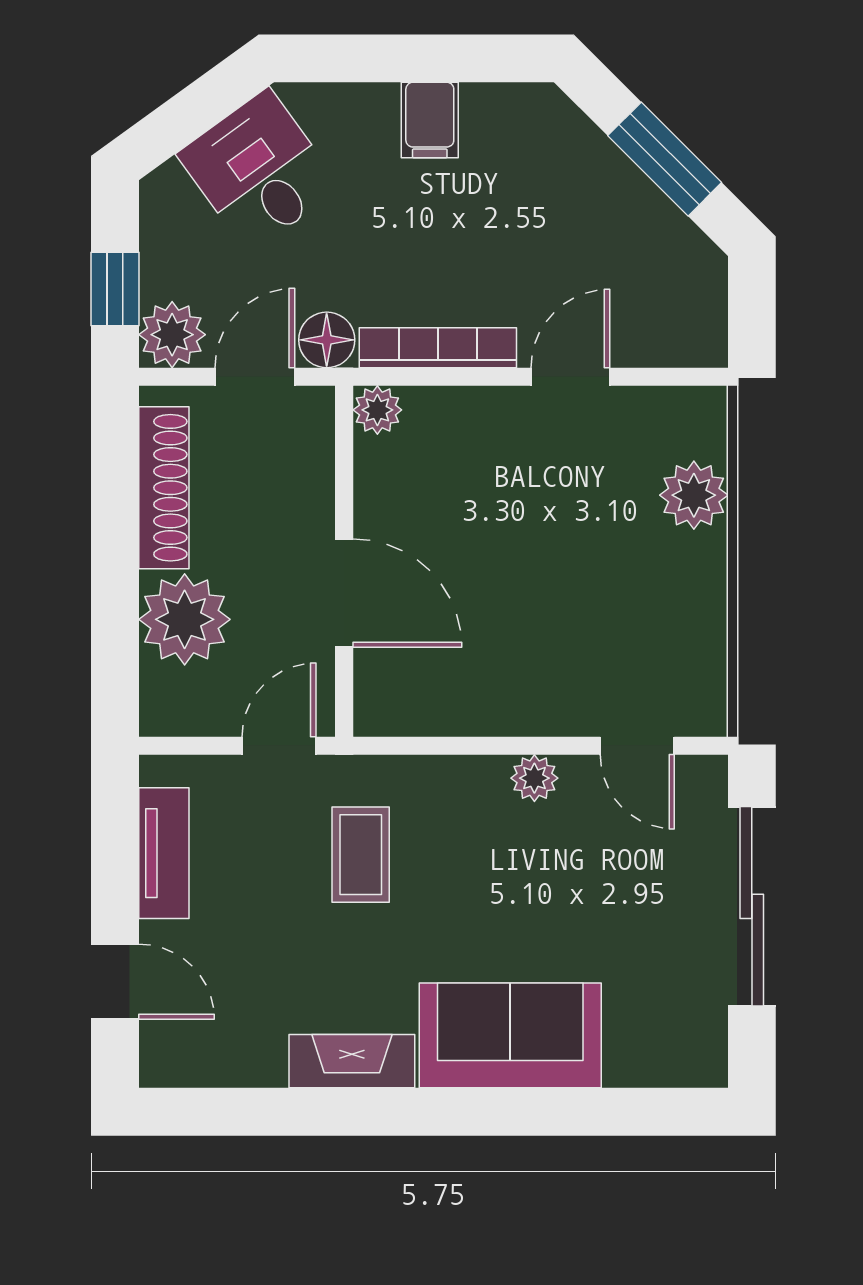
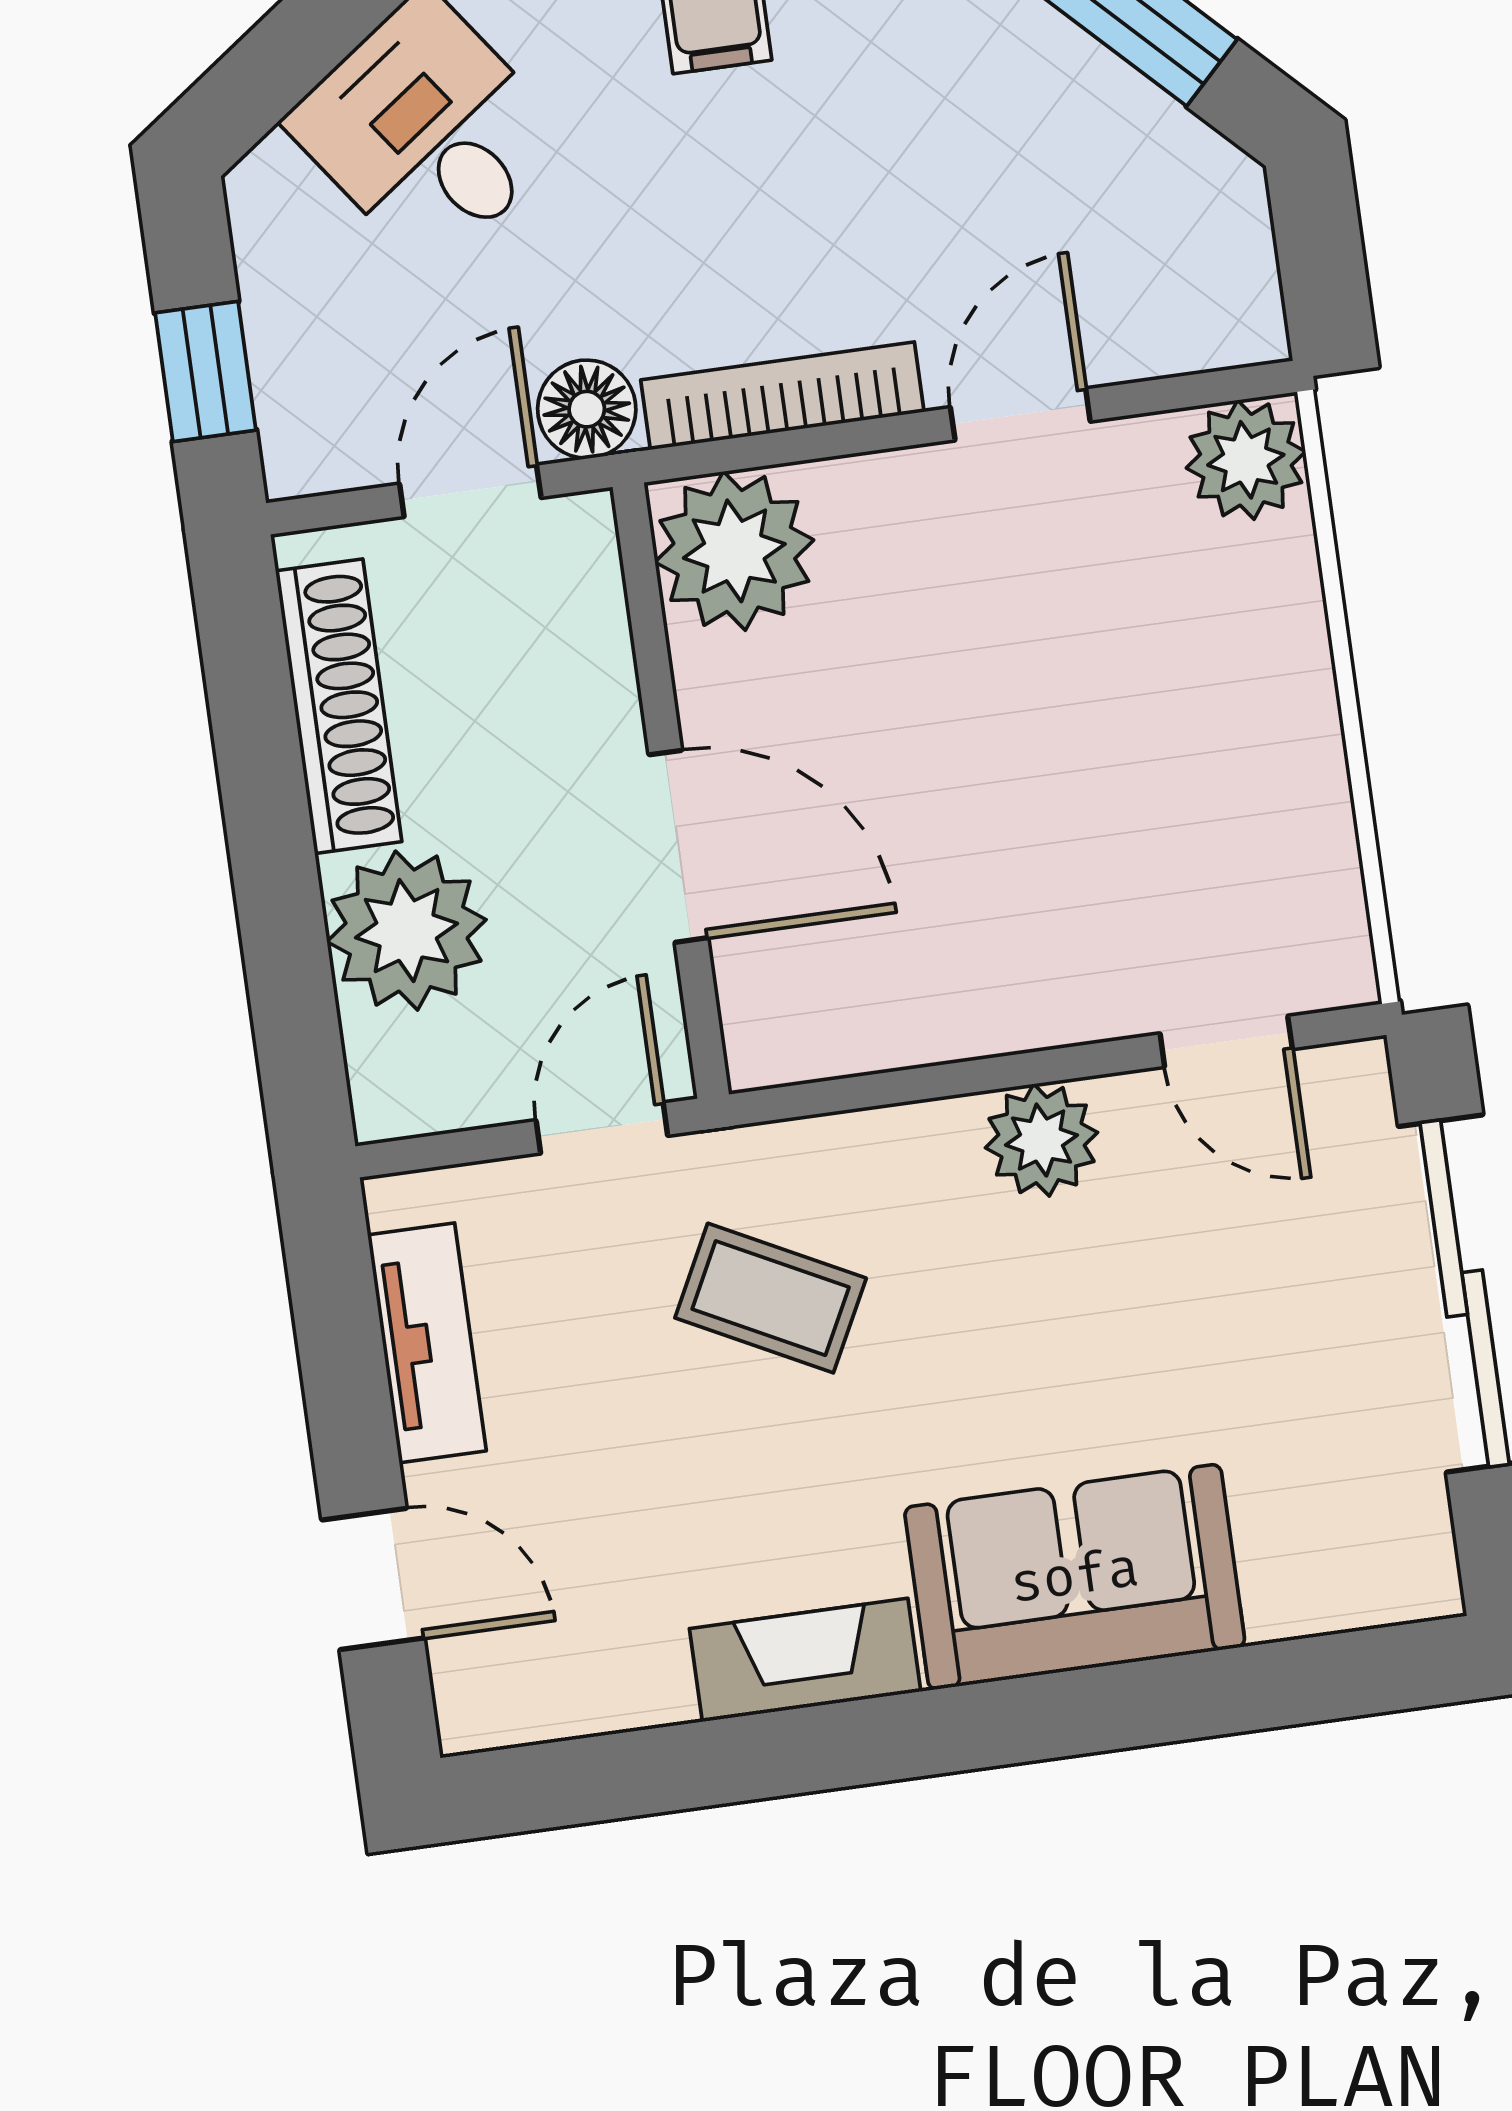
plant: (172, 335) -> (316, 437), removed
plant: (377, 410) -> (734, 551), width x1.88, depth x1.88
plant: (694, 495) -> (1246, 460), moved
plant: (534, 778) -> (1041, 1140), width x1.38, depth x1.38
coffee table: (361, 855) -> (771, 1298), turned -63

